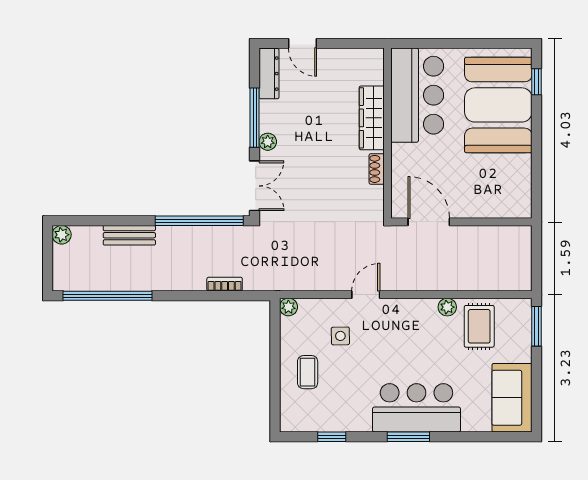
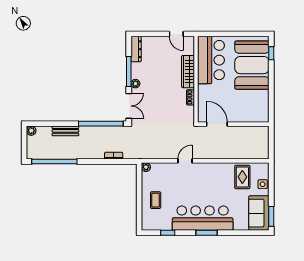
door: (302, 43) -> (176, 34), moved
plant: (447, 307) -> (226, 167), removed
window: (536, 326) -> (271, 216), moved
side table: (340, 336) -> (263, 184), moved
bar counter: (416, 408) -> (203, 218), width x1.36

